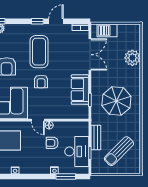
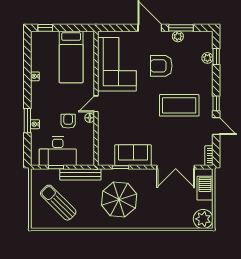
plant: (132, 58) -> (203, 219), moved
armchair: (41, 81) -> (143, 108), removed
bench: (96, 137) -> (80, 174), width x1.36
window: (66, 176) -> (27, 121), moved

